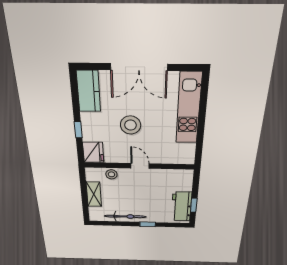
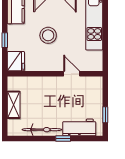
door: (140, 166) -> (72, 74), moved
stool: (111, 174) -> (31, 83), removed
workbench: (182, 206) -> (79, 127), moved, turned 90

